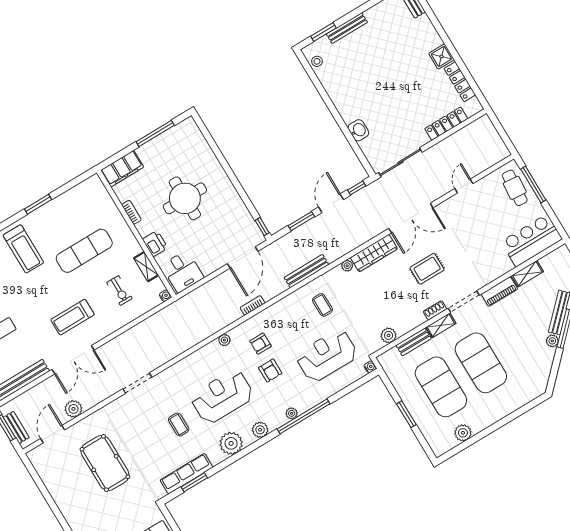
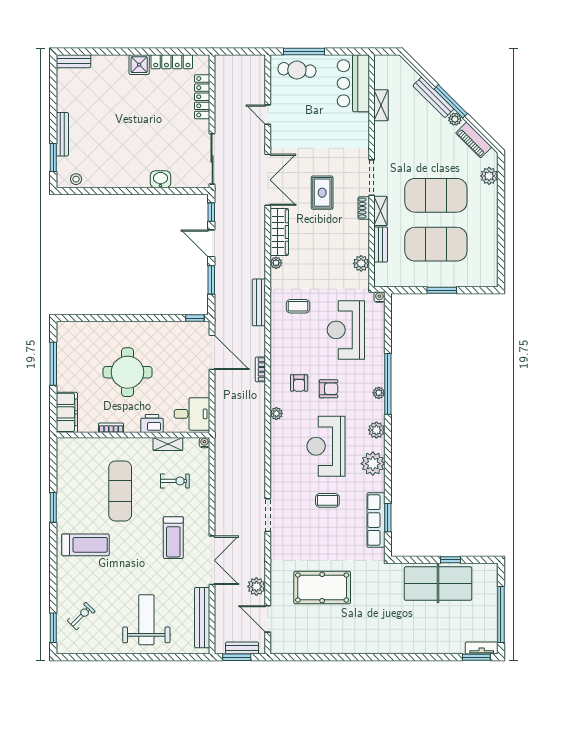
piano: (499, 292) -> (474, 140), moved, turned 135
plant: (463, 433) -> (489, 176), moved

